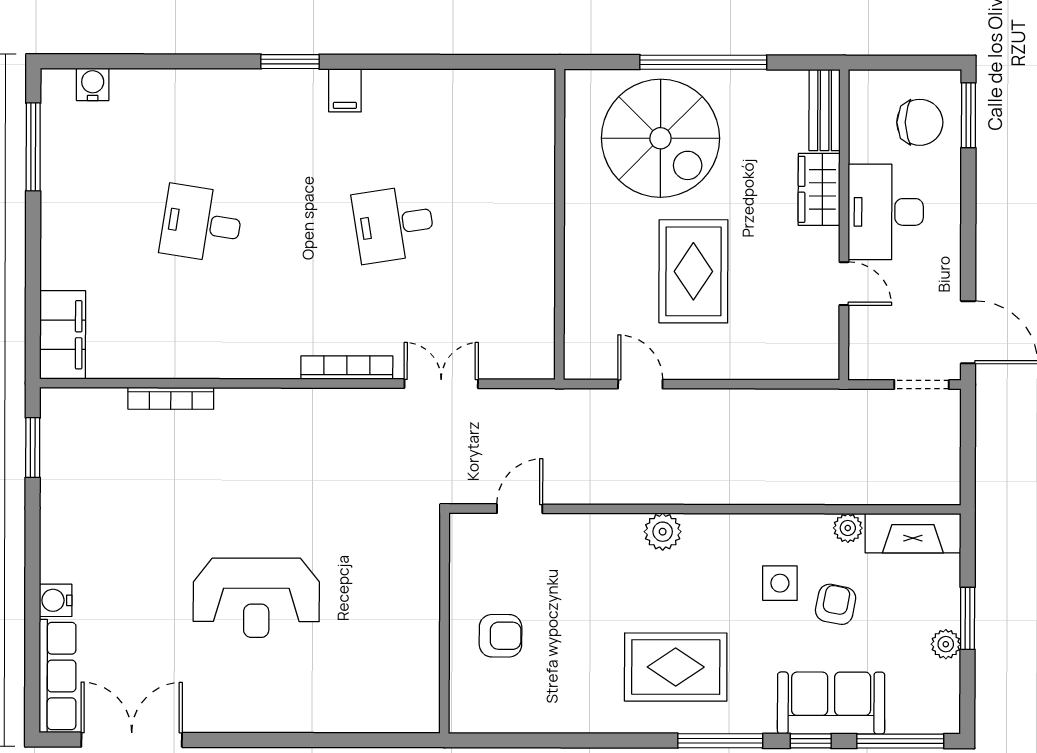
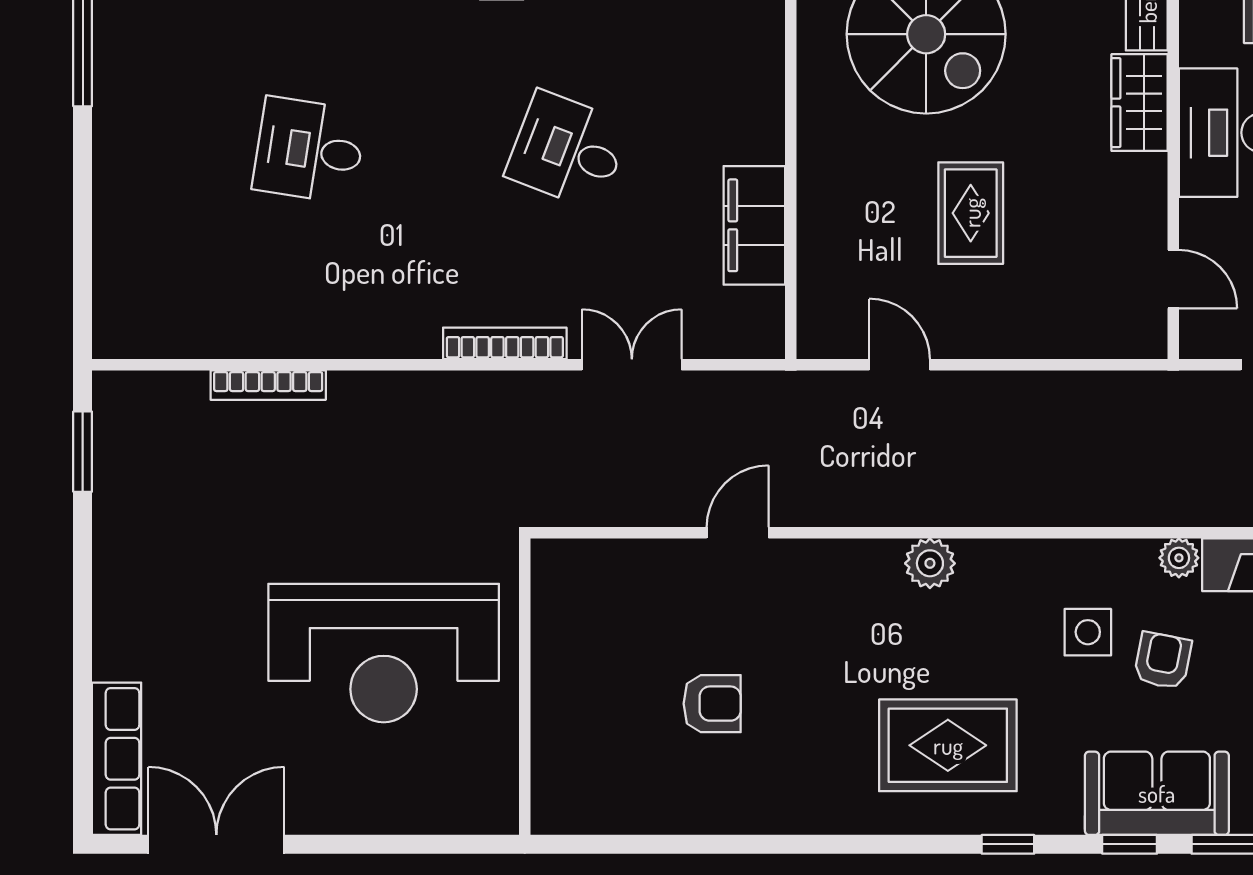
desk: (394, 224) -> (568, 150), turned 30
rug: (693, 271) -> (971, 213), width x0.73, depth x0.70
door: (844, 284) -> (1173, 279), moved
filing cabinet: (63, 335) -> (754, 225), moved, turned 180
reception desk: (256, 598) -> (384, 653), width x1.36, depth x1.30
water cooler: (56, 600) -> (114, 657), removed
wall: (444, 623) -> (525, 687), moved
window: (720, 741) -> (1008, 844), width x0.46

